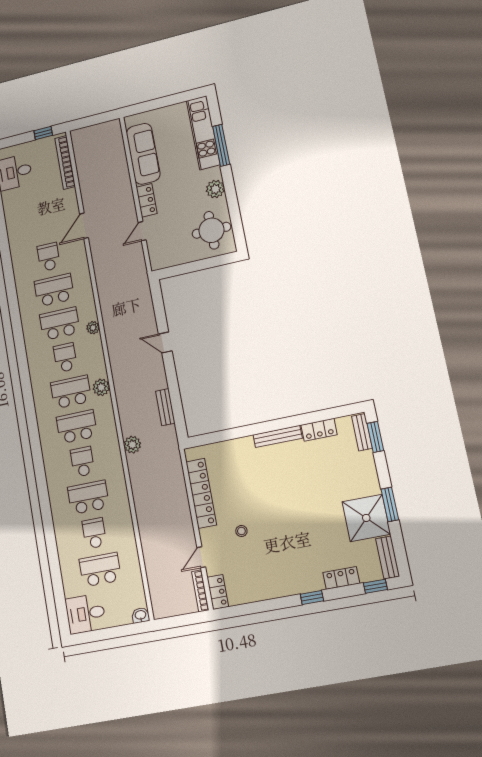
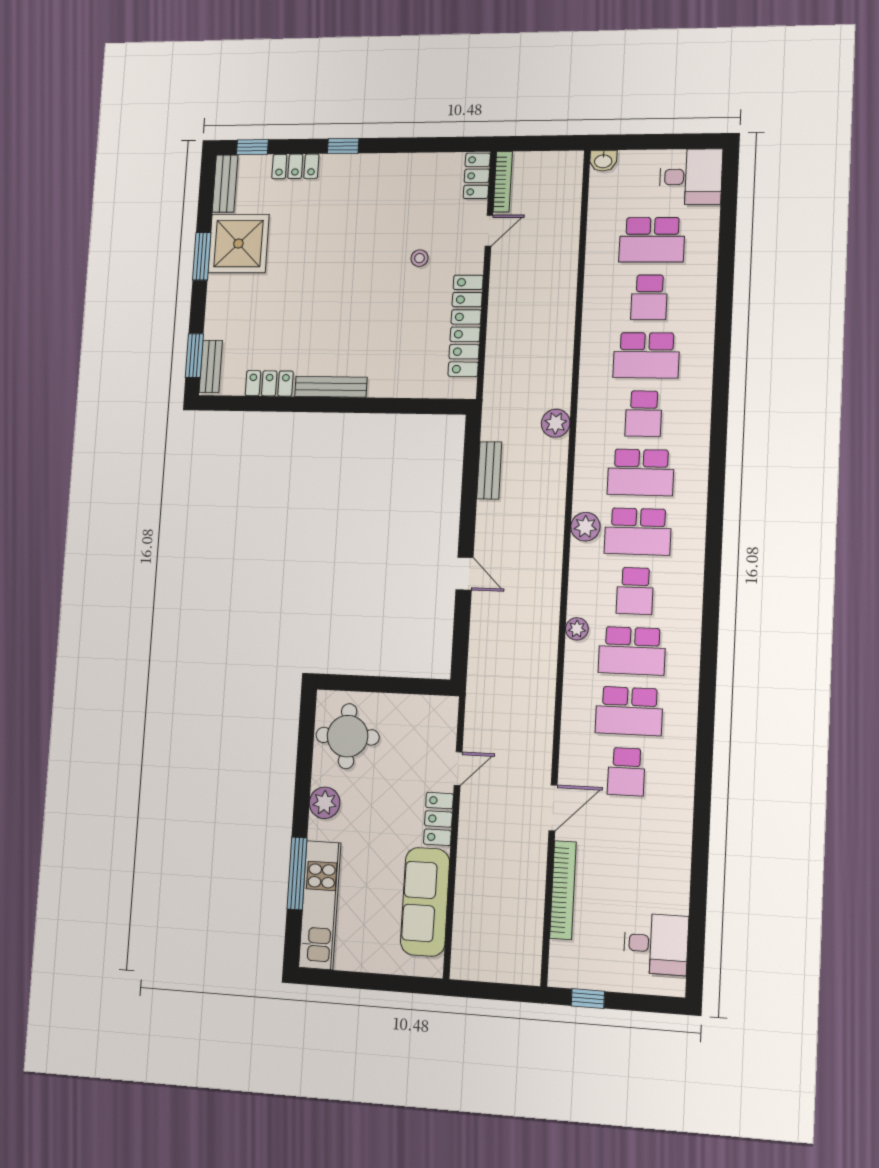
bookcase: (65, 162) -> (563, 890), moved

